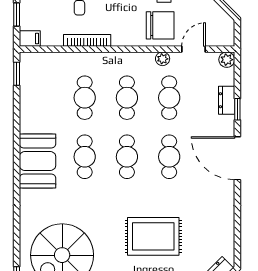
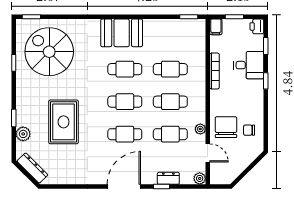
chair: (160, 25) -> (226, 127), turned 180

